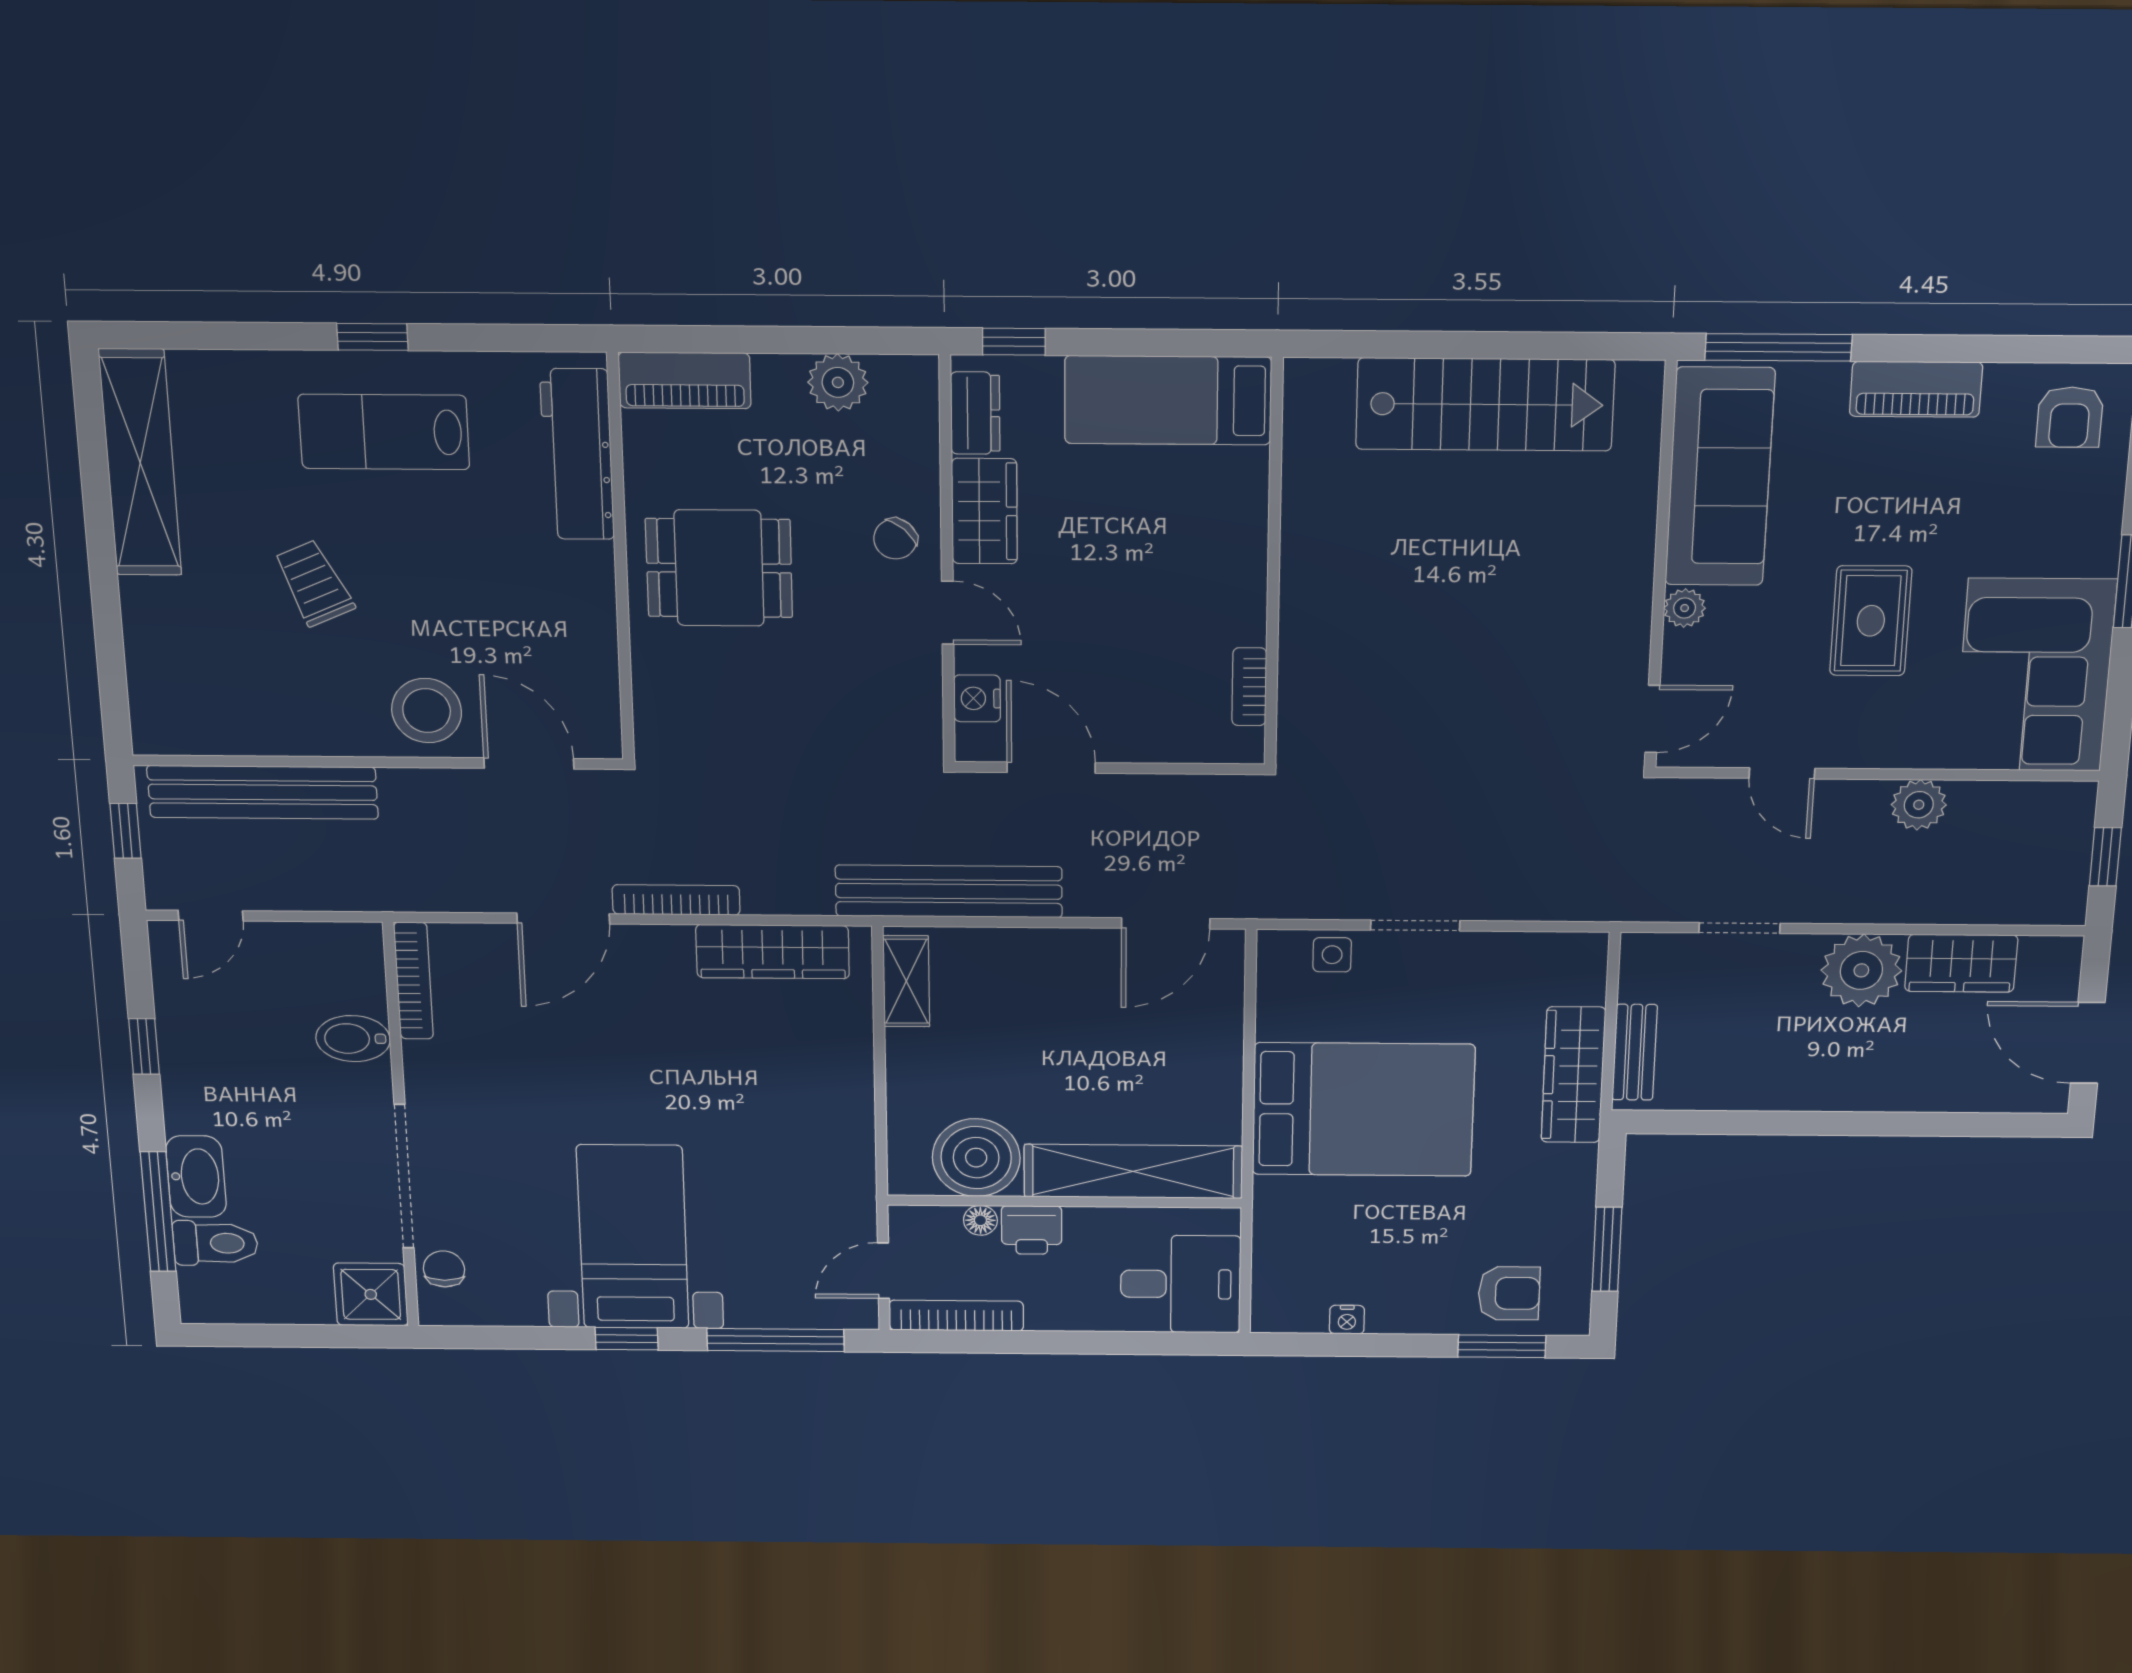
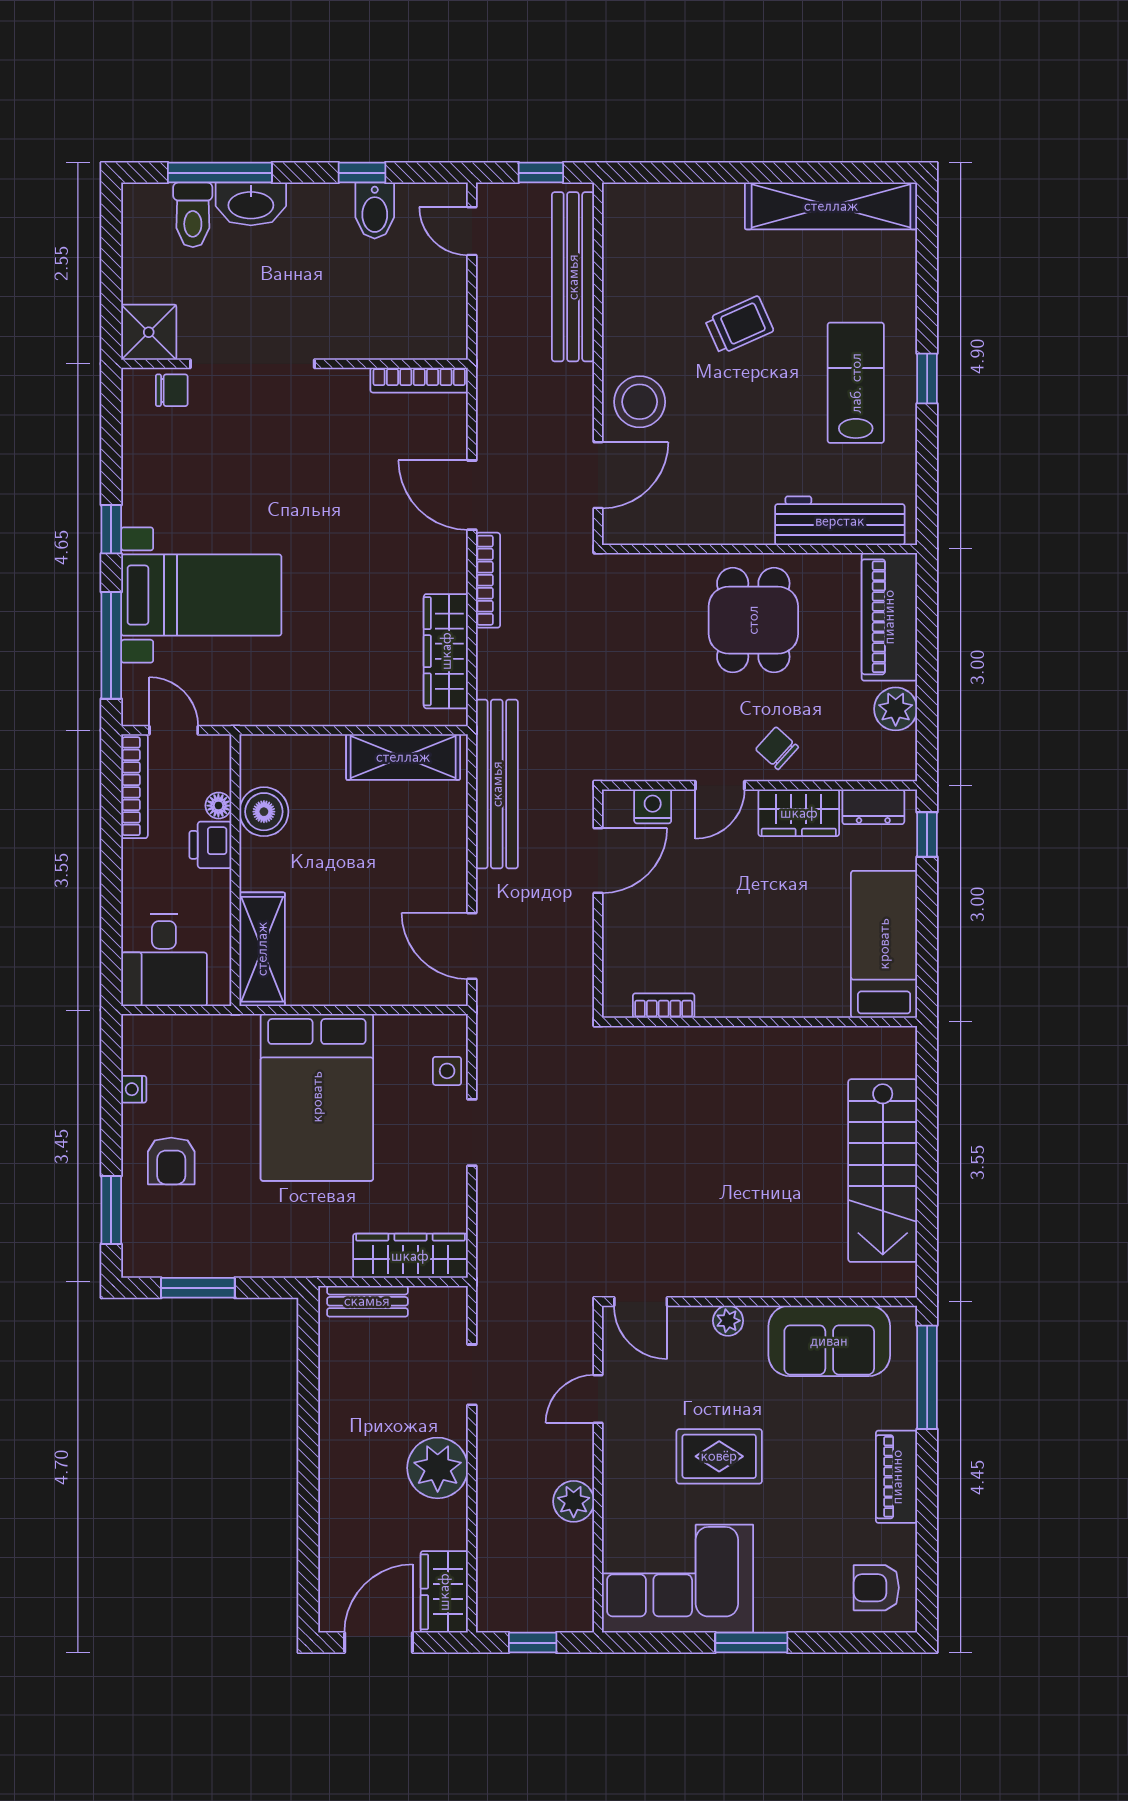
piano: (685, 380) -> (889, 617), width x1.37, depth x1.33
sofa: (1720, 477) -> (829, 1341), width x0.73
wardrobe: (1961, 963) -> (444, 1592), moved
shelving: (906, 981) -> (403, 757), width x1.50, depth x1.33
bidet: (353, 1039) -> (375, 211), moved, turned 180
wardrobe: (1573, 1075) -> (410, 1256), moved
boiler: (976, 1158) -> (264, 812), width x0.73, depth x0.73
shelving: (1133, 1171) -> (262, 949), width x0.68
bed with nightstands: (633, 1237) -> (201, 595), moved
armchair: (1509, 1293) -> (171, 1161), moved

